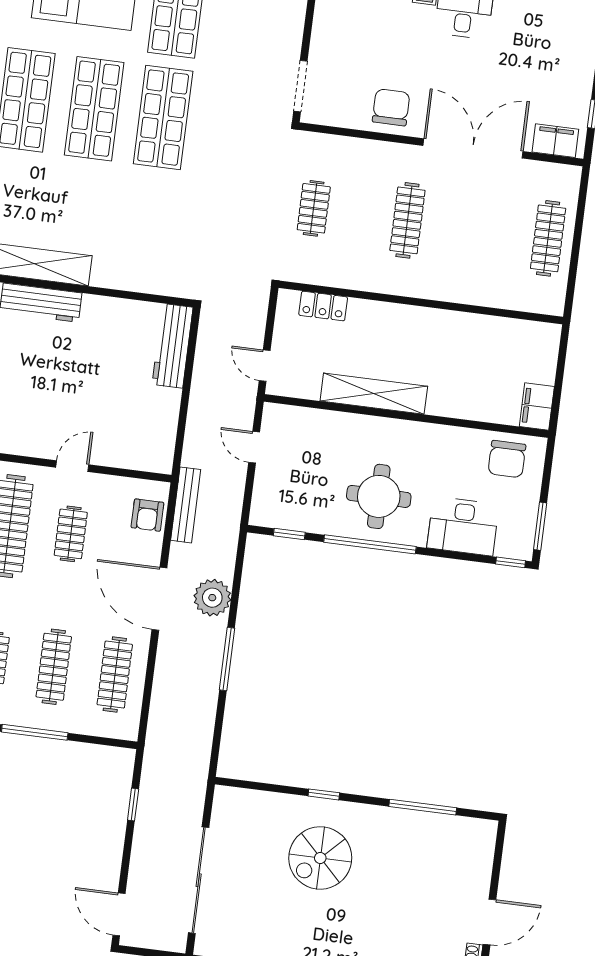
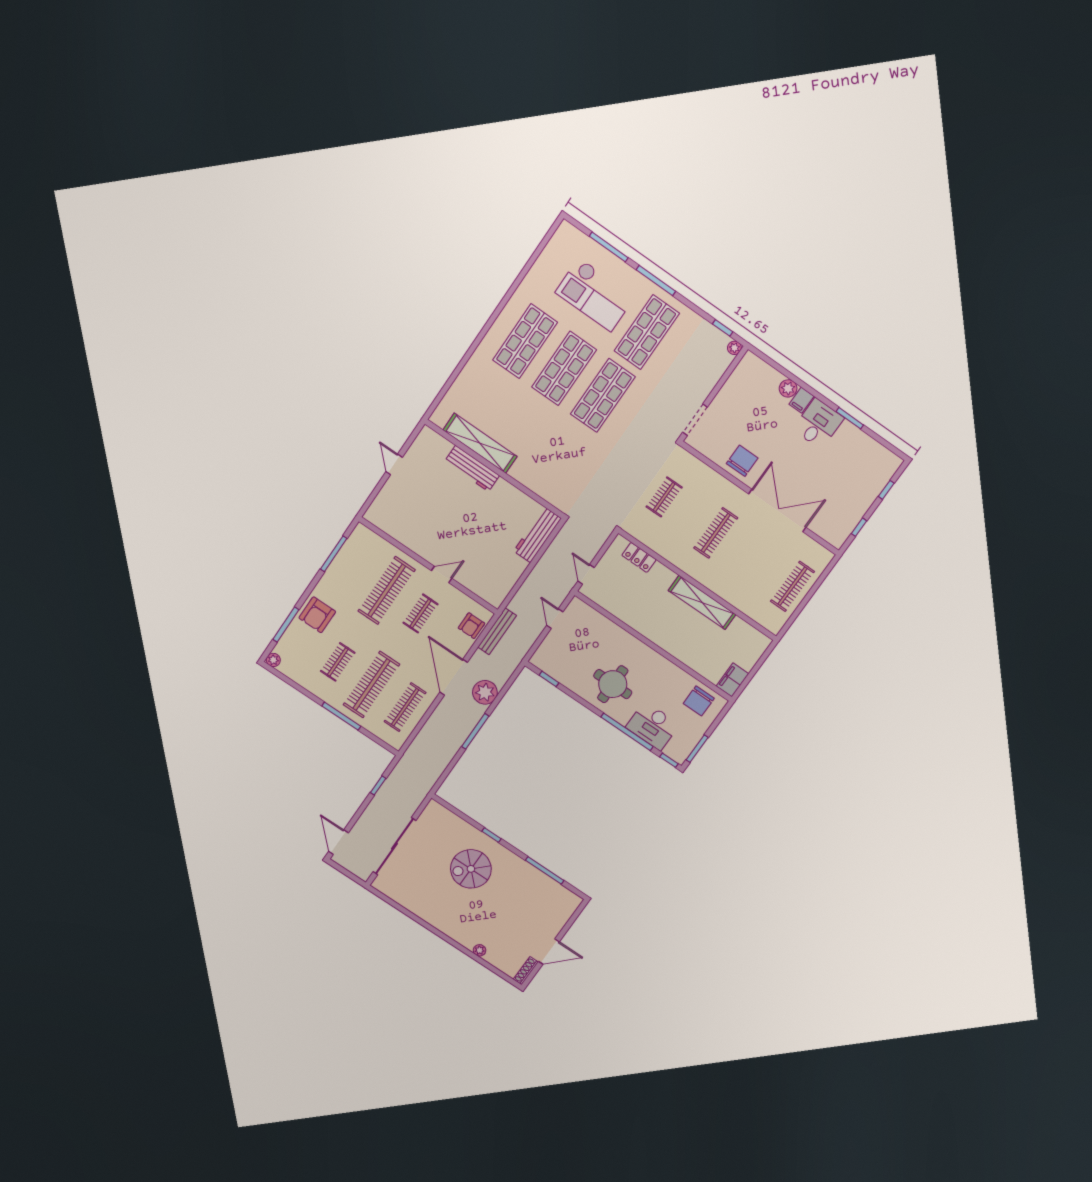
filing cabinet: (555, 141) -> (828, 531), removed
shelving: (374, 394) -> (702, 603), moved
window: (370, 544) -> (627, 732), moved
clothes rail: (54, 667) -> (371, 685), width x1.37, depth x1.31

